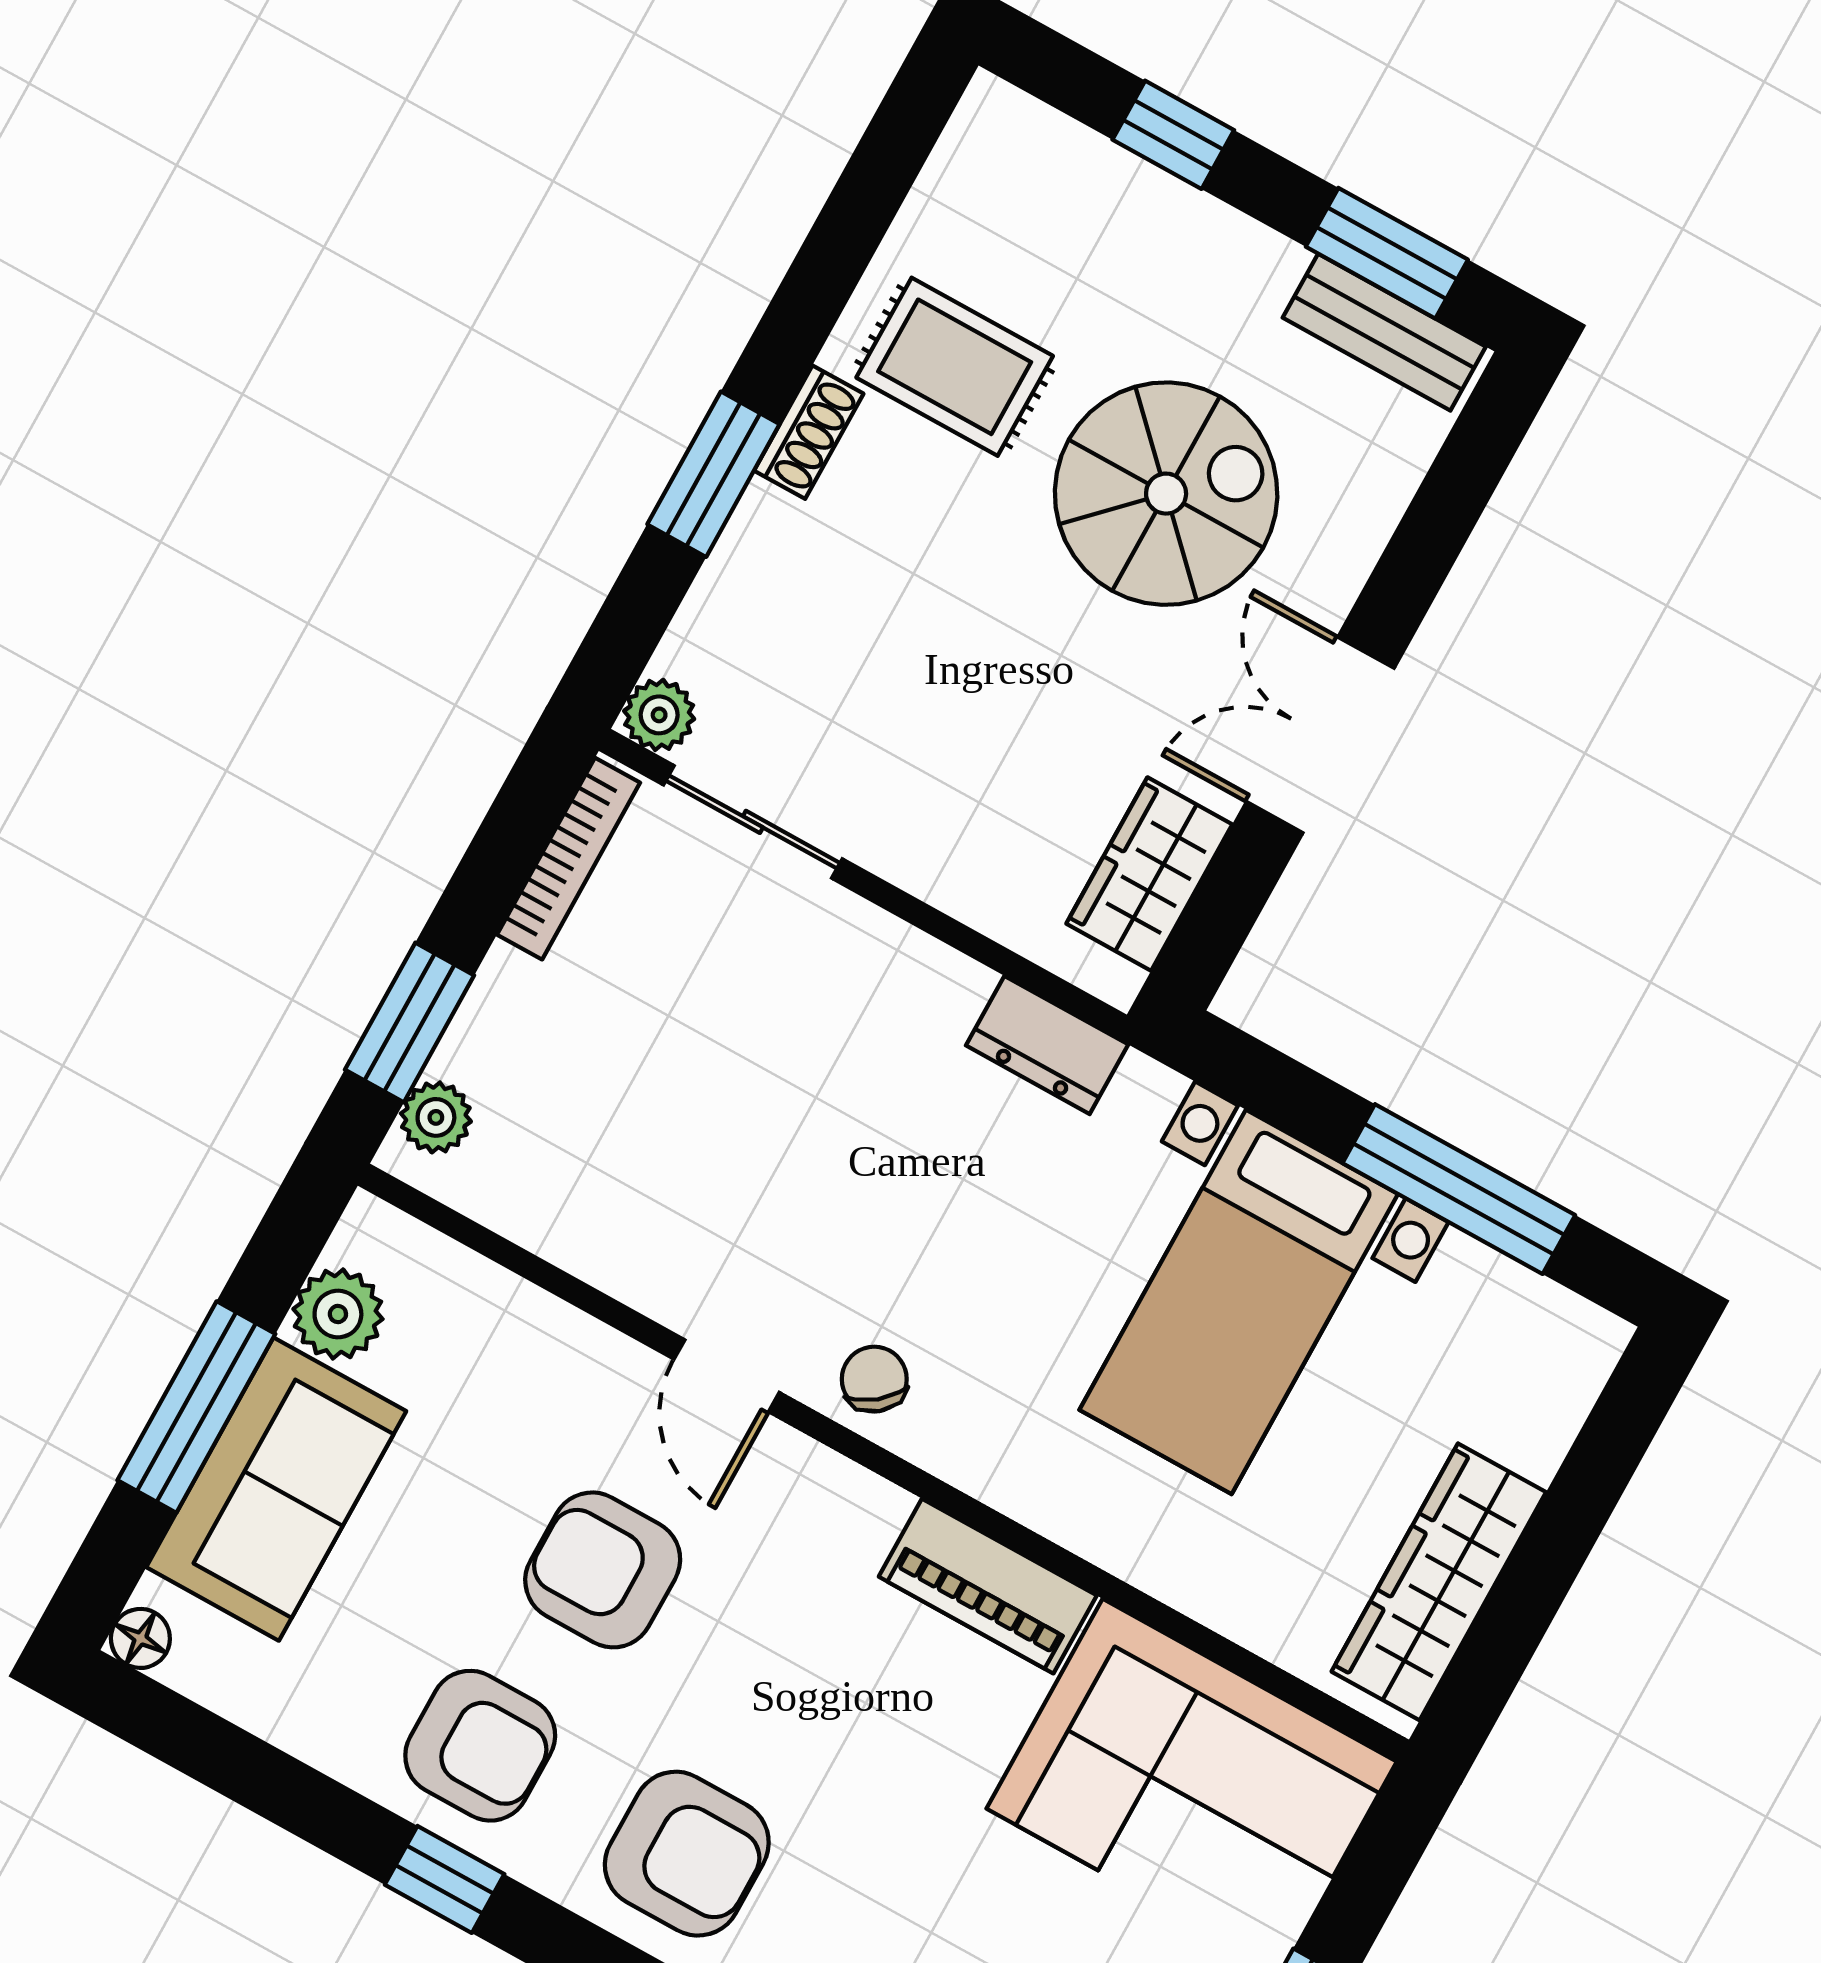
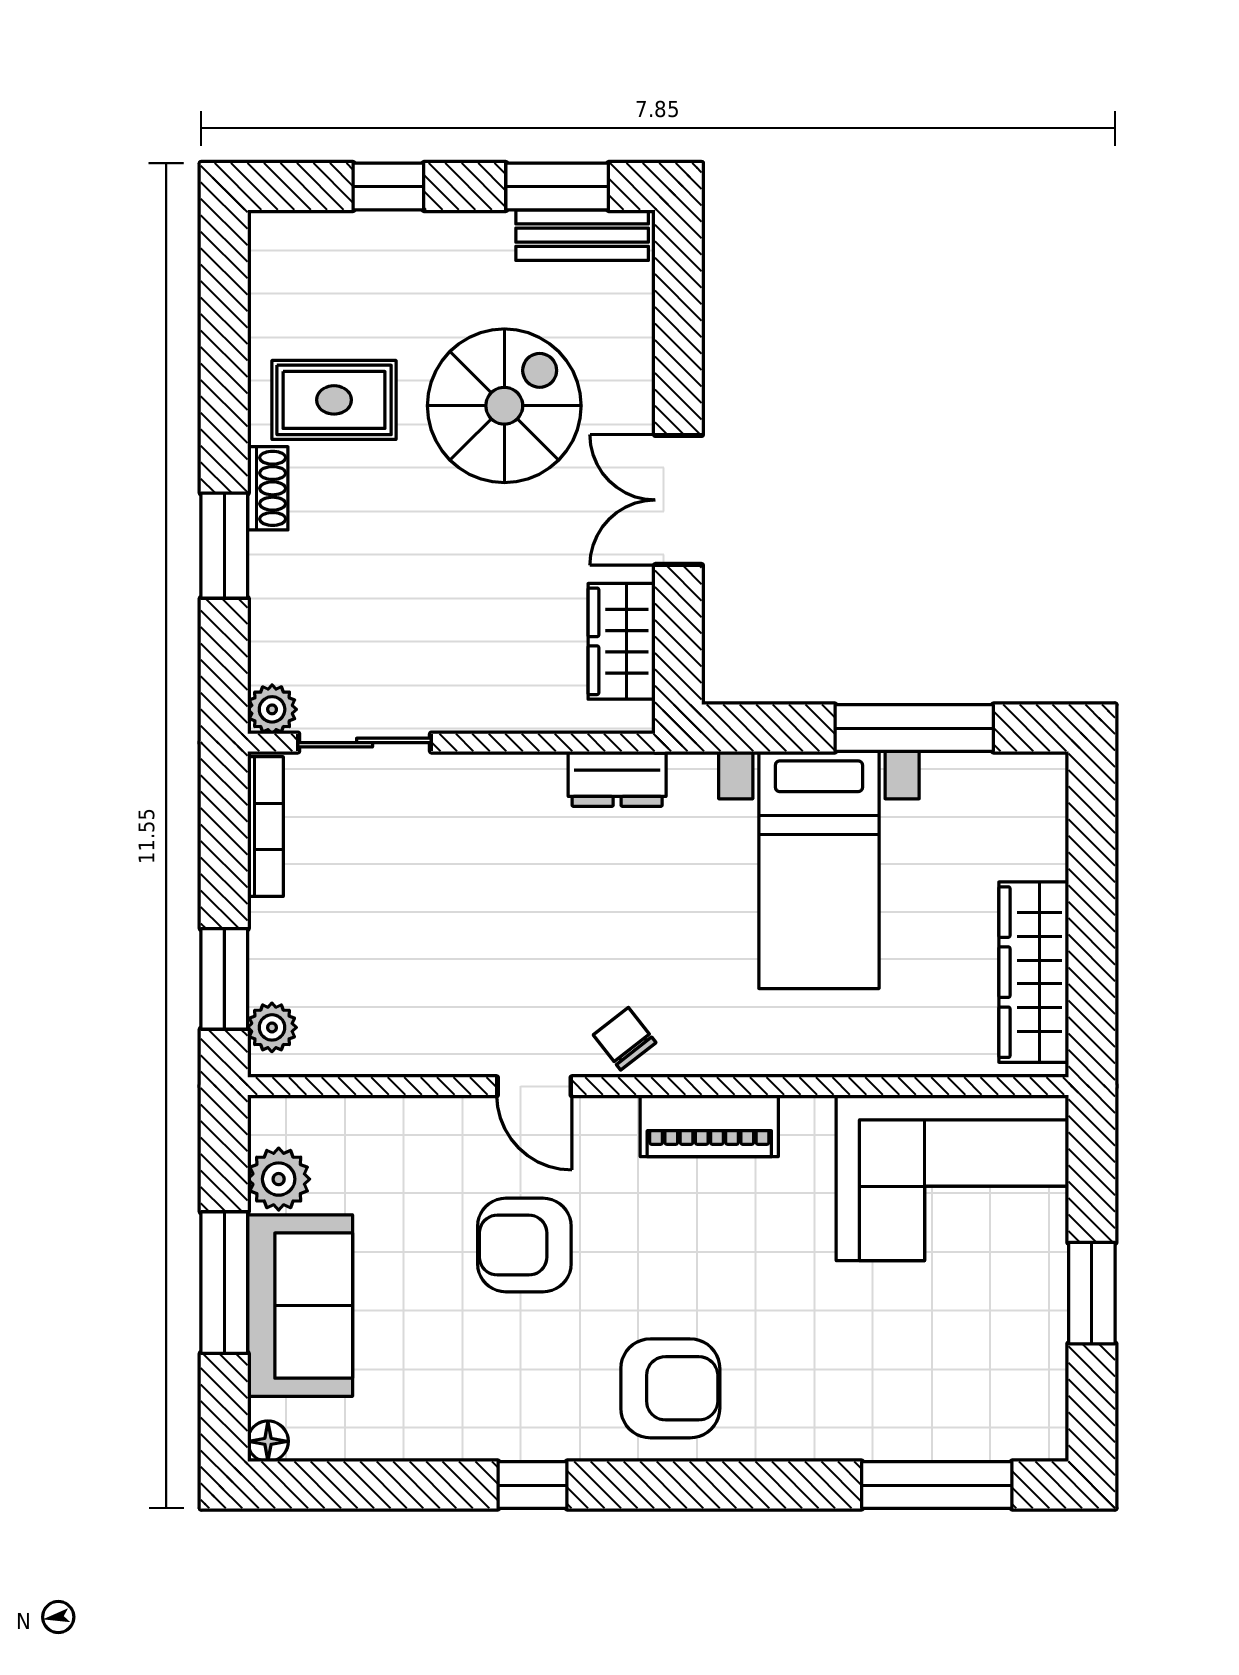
piano: (988, 1586) -> (709, 1126), moved
armchair: (480, 1746) -> (509, 1392), removed

